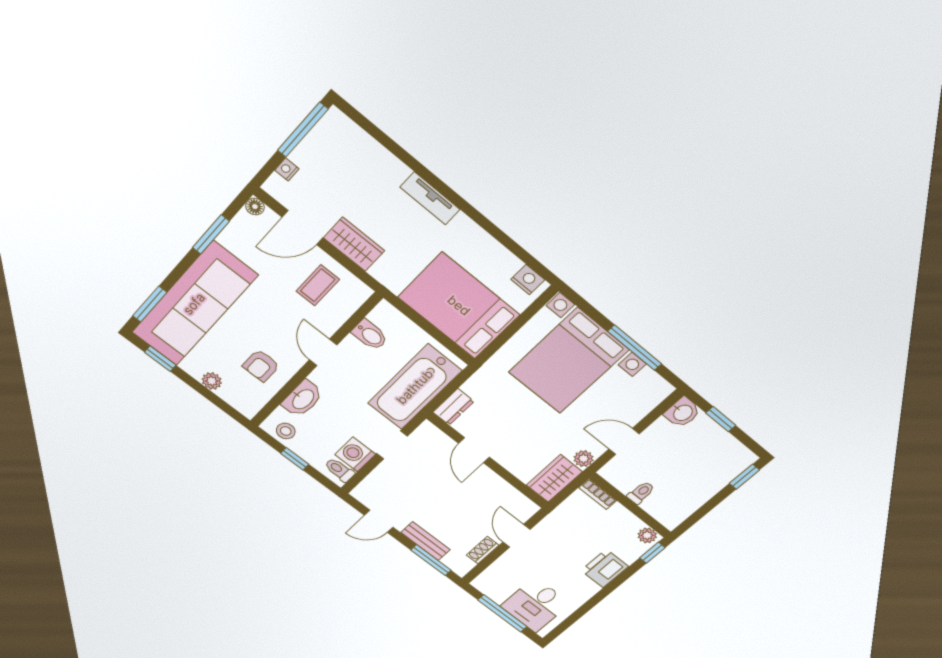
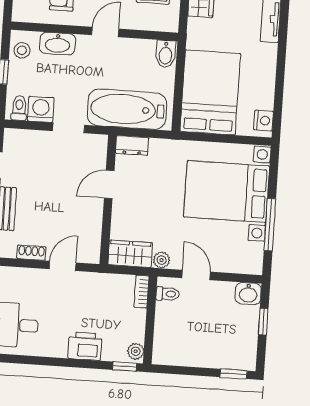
bidet: (370, 335) -> (166, 54), moved
toilet: (641, 493) -> (168, 294), moved

